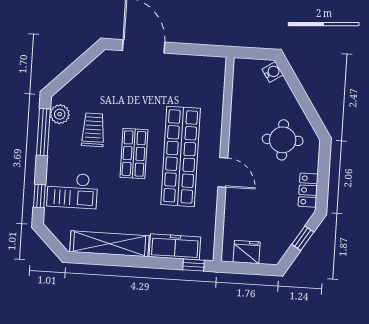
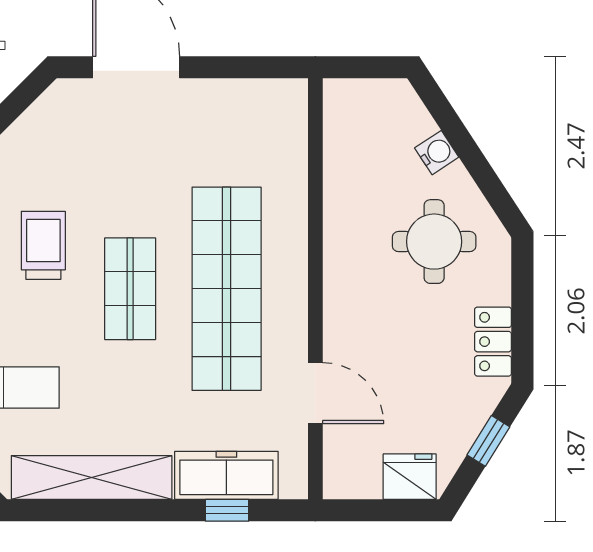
water cooler: (272, 72) -> (437, 153), moved
door: (223, 172) -> (315, 393), moved
fridge: (247, 252) -> (410, 477), moved
window: (193, 265) -> (227, 510), moved

